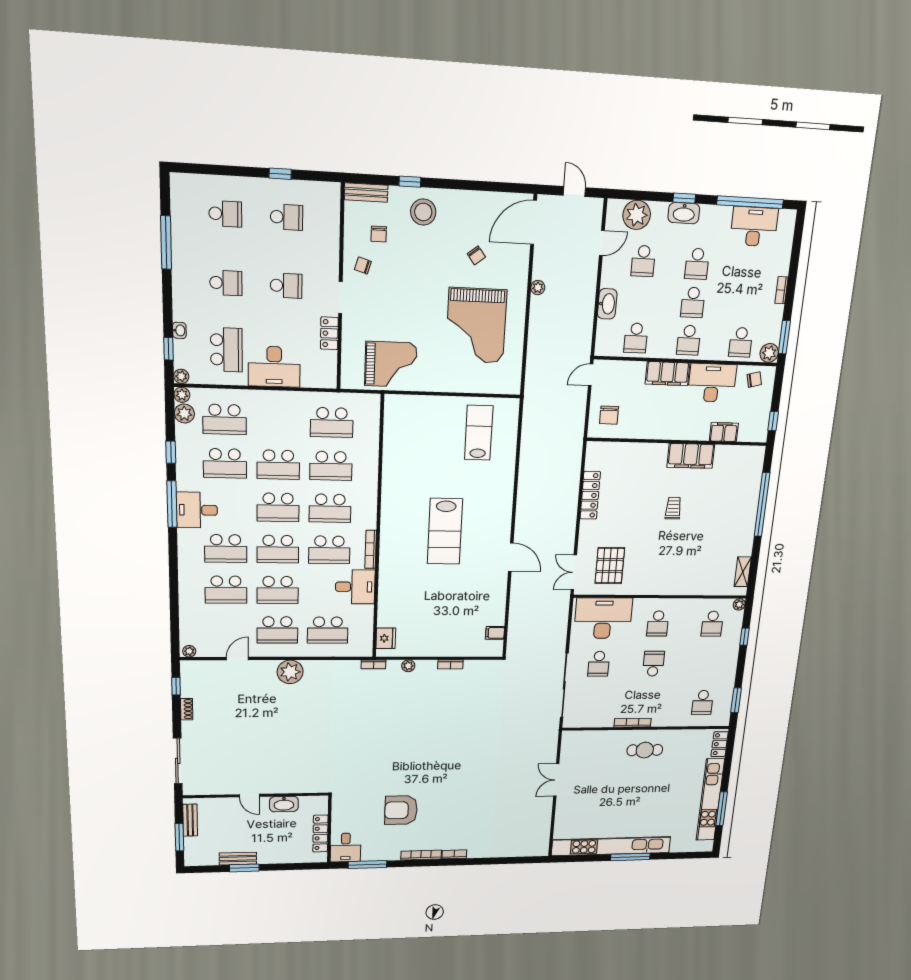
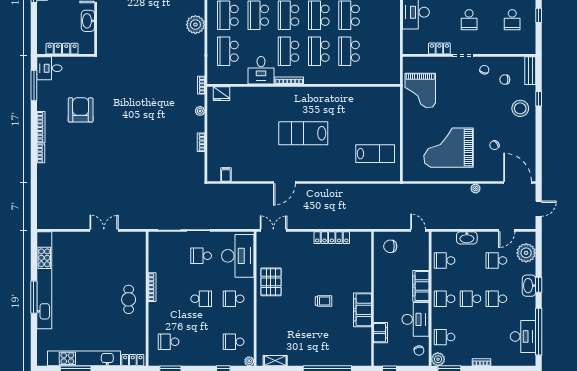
door: (602, 243) -> (507, 230), hinge flipped
school desk: (332, 422) -> (379, 51), removed
pallet: (610, 566) -> (271, 282), moved, turned 90

